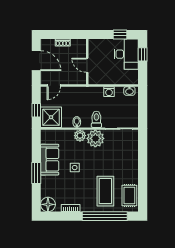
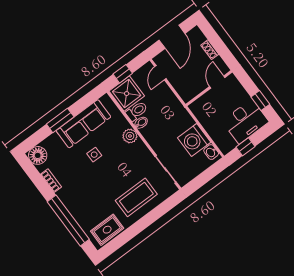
window: (143, 54) -> (245, 147), moved
door: (87, 65) -> (217, 82), moved
door: (54, 85) -> (160, 73), hinge flipped
washing machine: (109, 92) -> (194, 140), width x1.89, depth x1.89
toilet: (96, 119) -> (137, 111), moved
plant: (95, 138) -> (139, 154), removed
sofa: (50, 160) -> (83, 124), width x1.36
coffee table: (105, 191) -> (136, 197), moved

